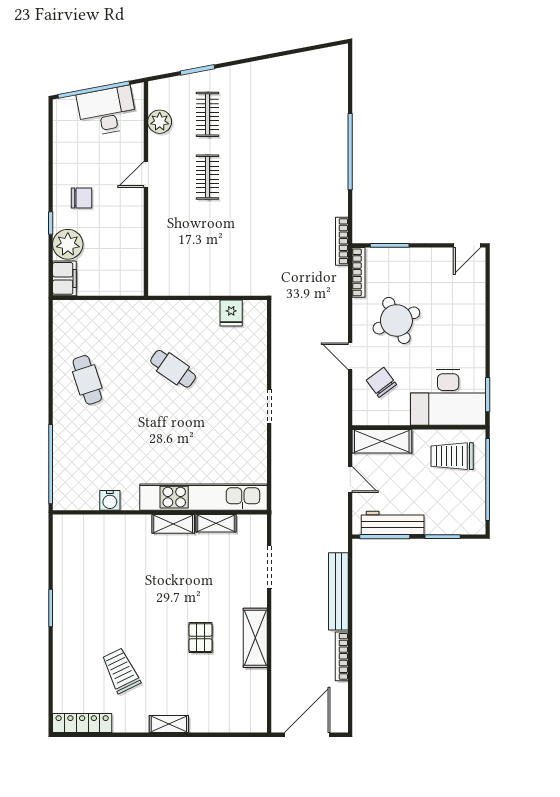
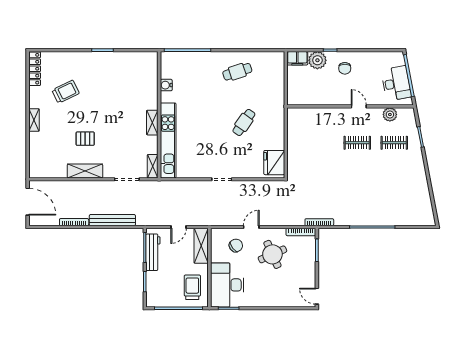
fridge: (231, 313) -> (274, 163), width x1.88, depth x1.34
shelving: (216, 523) -> (153, 166), moved

